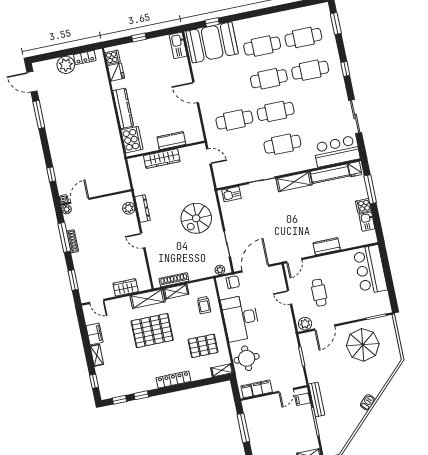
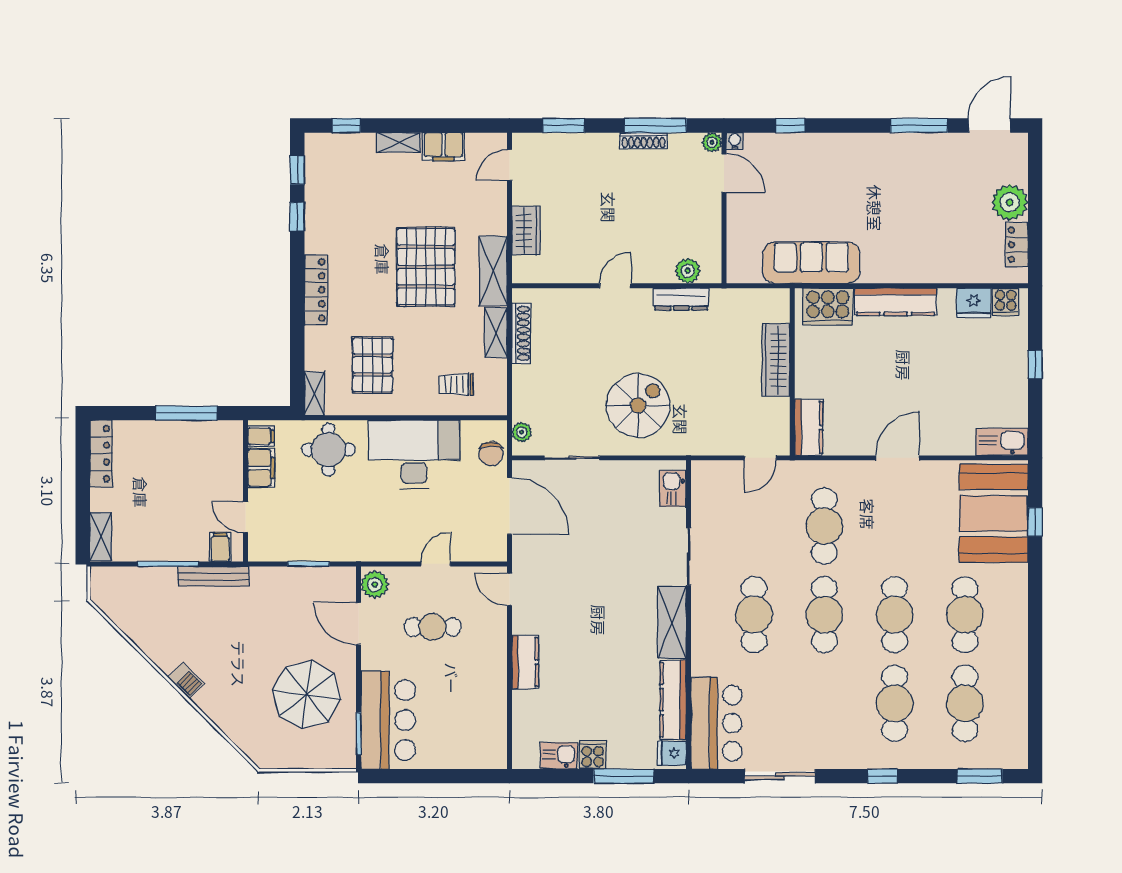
kitchen counter: (171, 141) -> (809, 427), moved
sofa: (113, 151) -> (811, 263), added
spiral stairs: (196, 218) -> (638, 405), turned 90
bar counter: (370, 270) -> (388, 720), moved, turned 90

